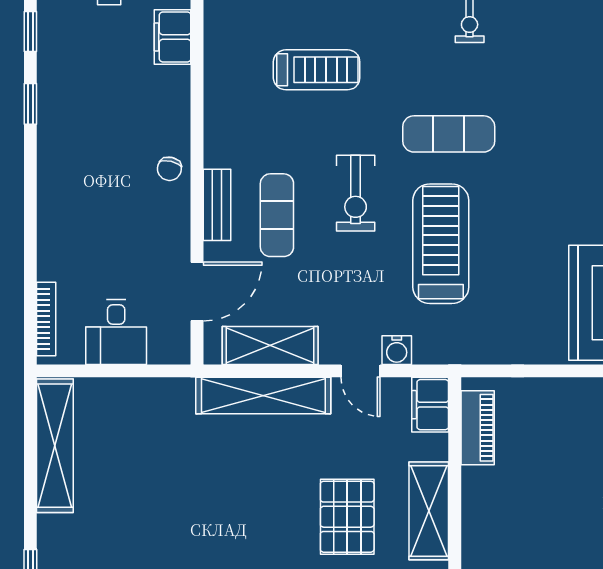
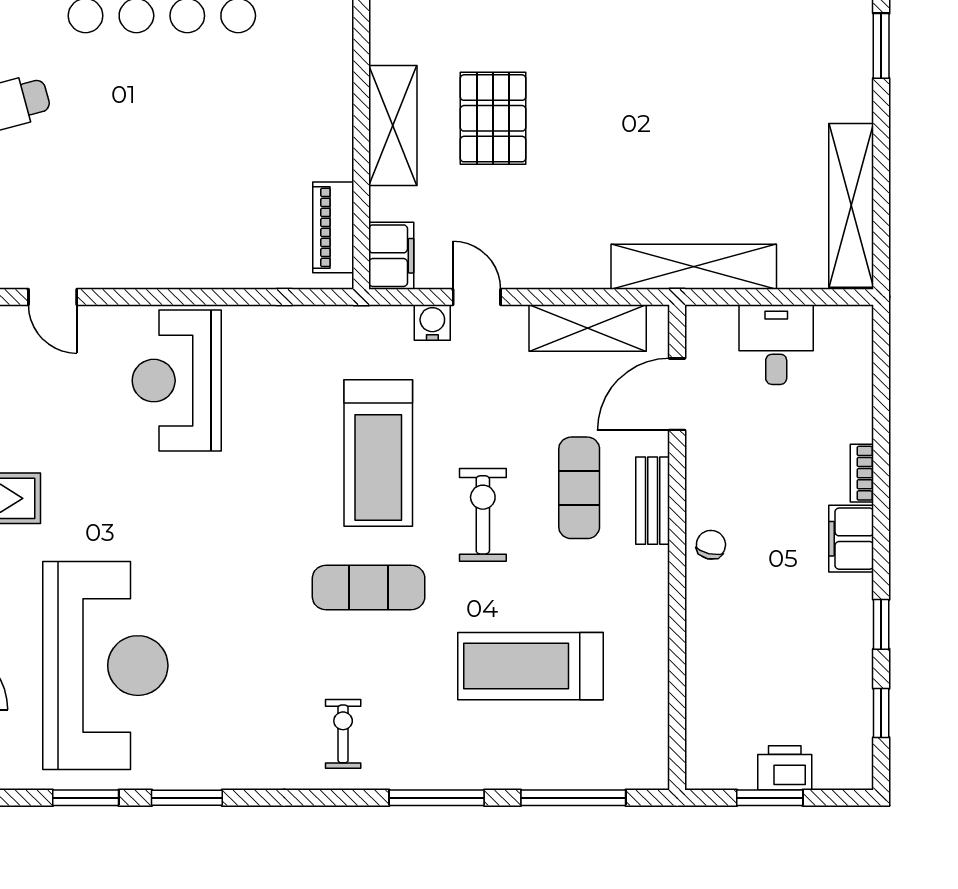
filing cabinet: (173, 37) -> (851, 539), moved, turned 180
treadmill: (317, 70) -> (531, 666), width x1.37, depth x1.38
bookcase: (46, 319) -> (862, 473), moved, width x0.64
shelving: (263, 396) -> (694, 267), moved

